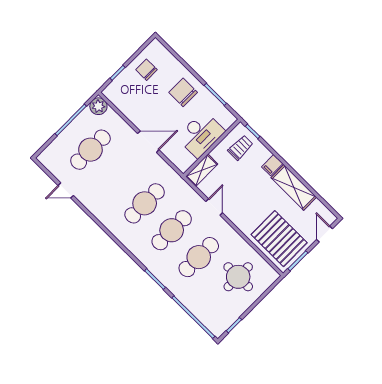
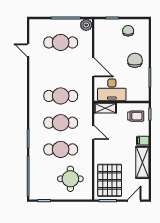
desk: (201, 134) -> (112, 90), moved
door: (214, 207) -> (93, 132), hinge flipped

